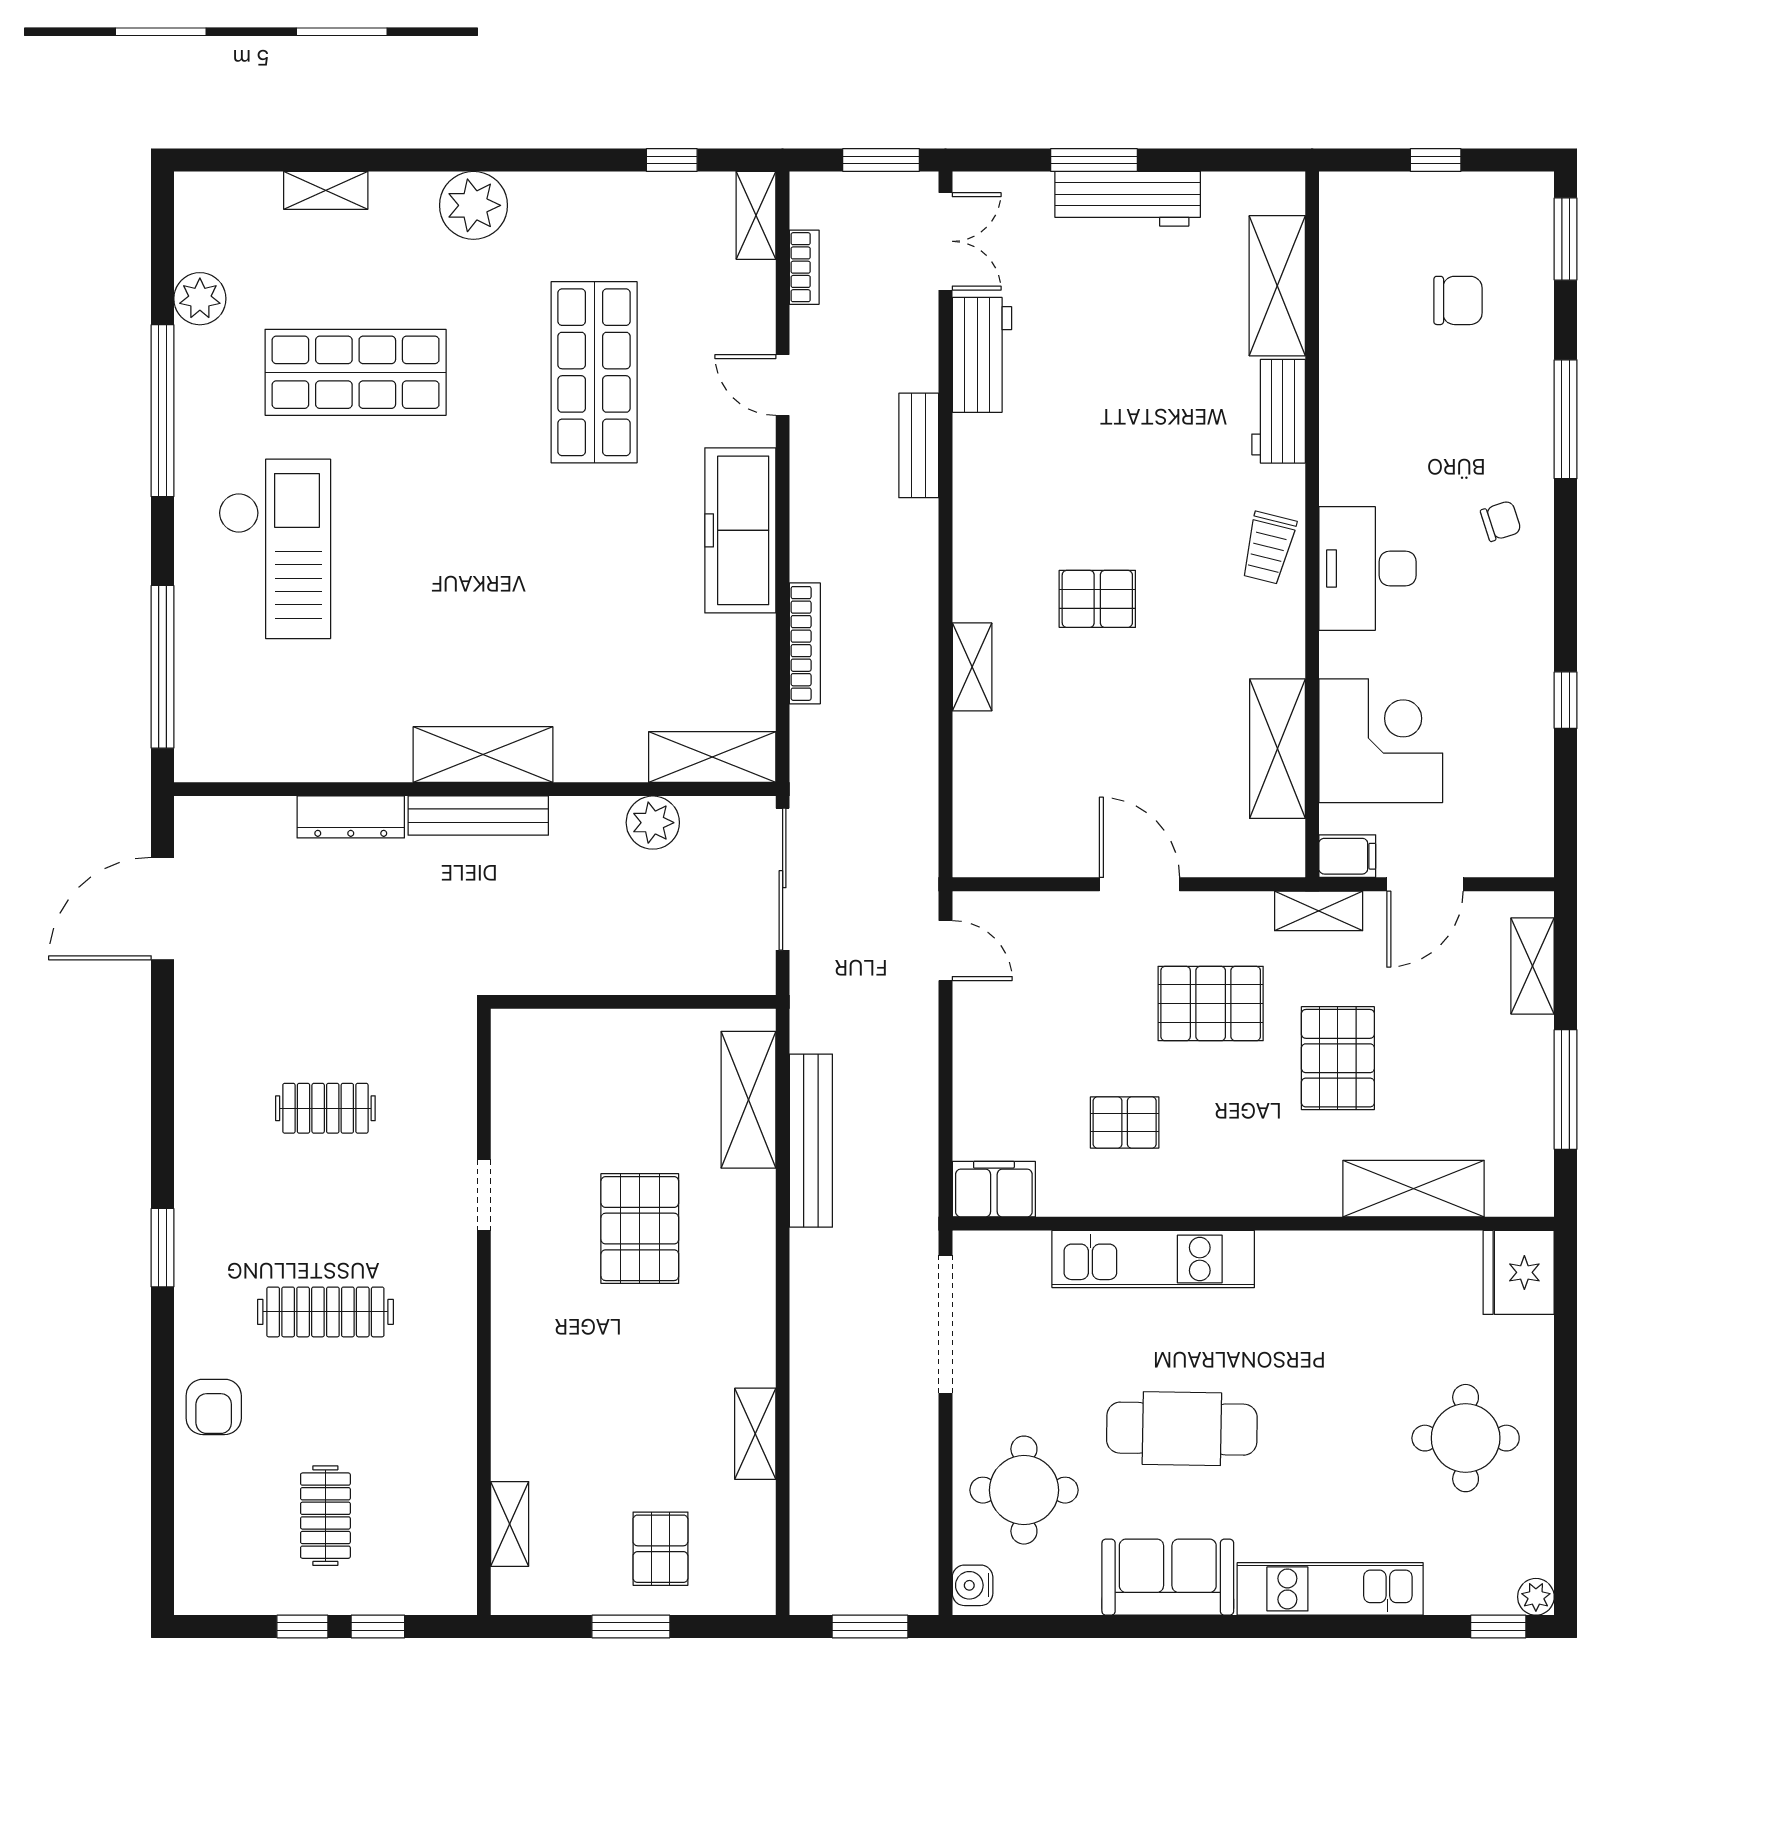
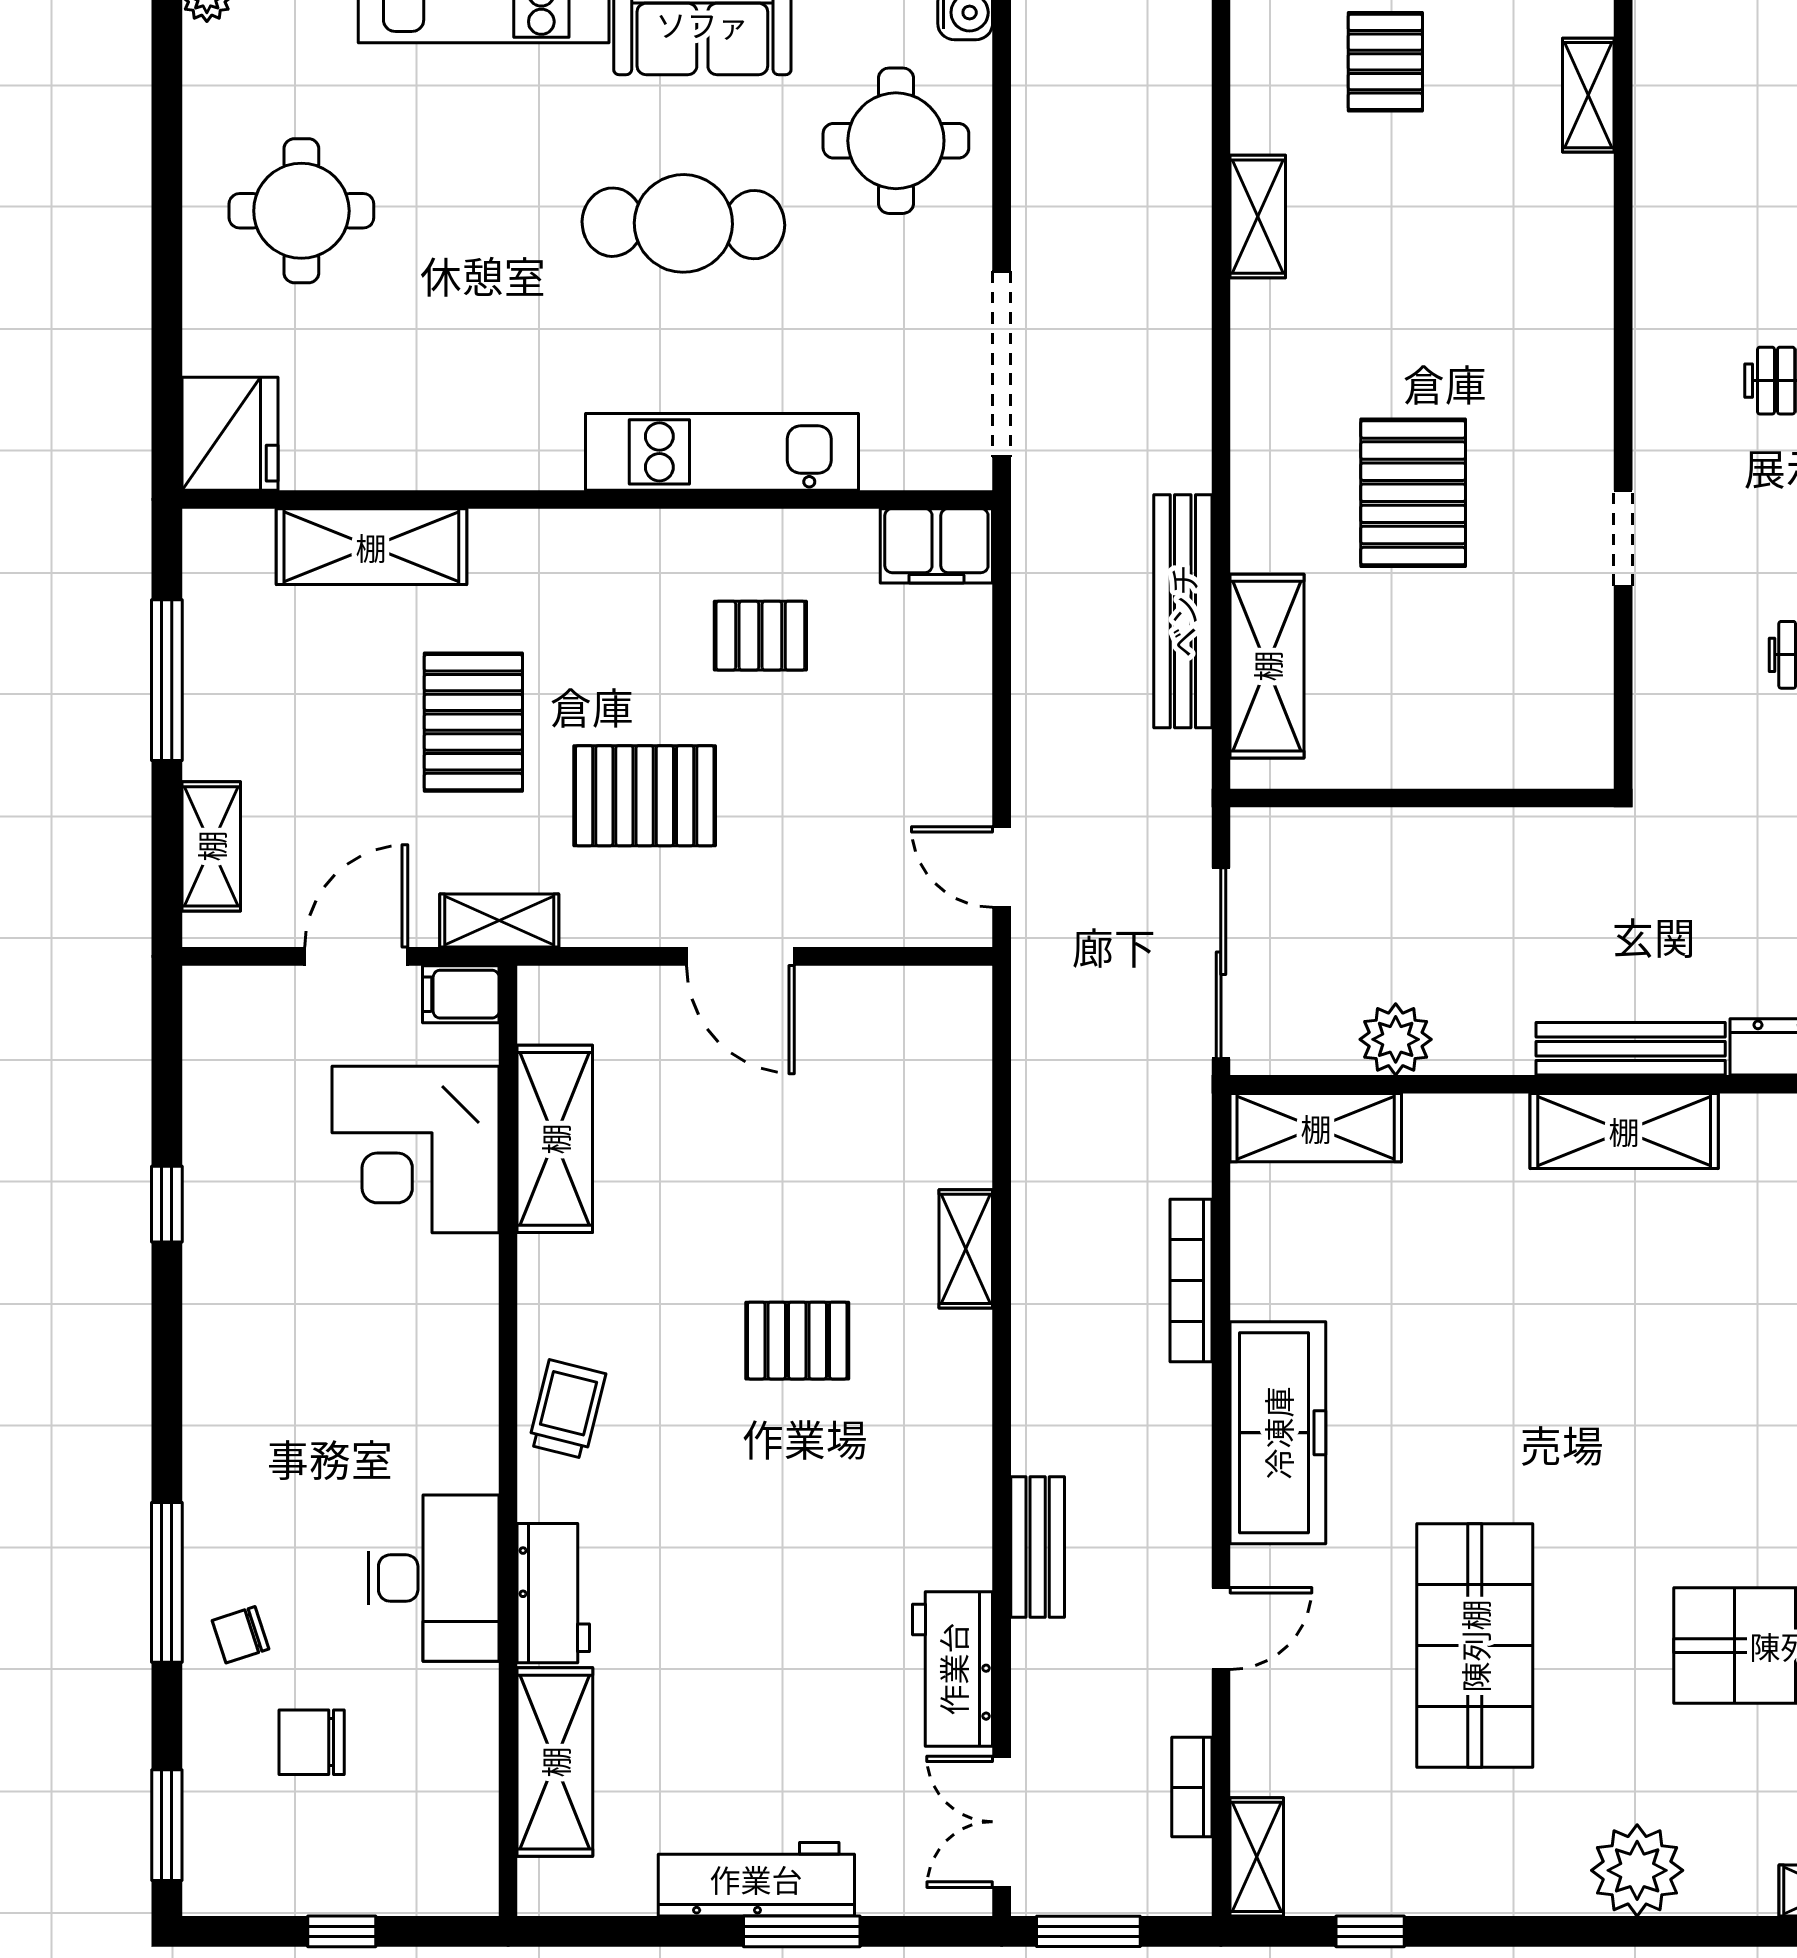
door: (783, 385) -> (1221, 1628), hinge flipped
chair: (1501, 521) -> (241, 1635), moved
desk: (1367, 568) -> (433, 1578), moved

